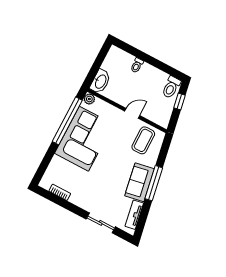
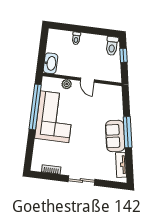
plant: (89, 99) -> (67, 84), moved
door: (132, 113) -> (87, 80), swing flipped
coffee table: (143, 140) -> (105, 99), removed
sliding door: (101, 223) -> (81, 180), moved

